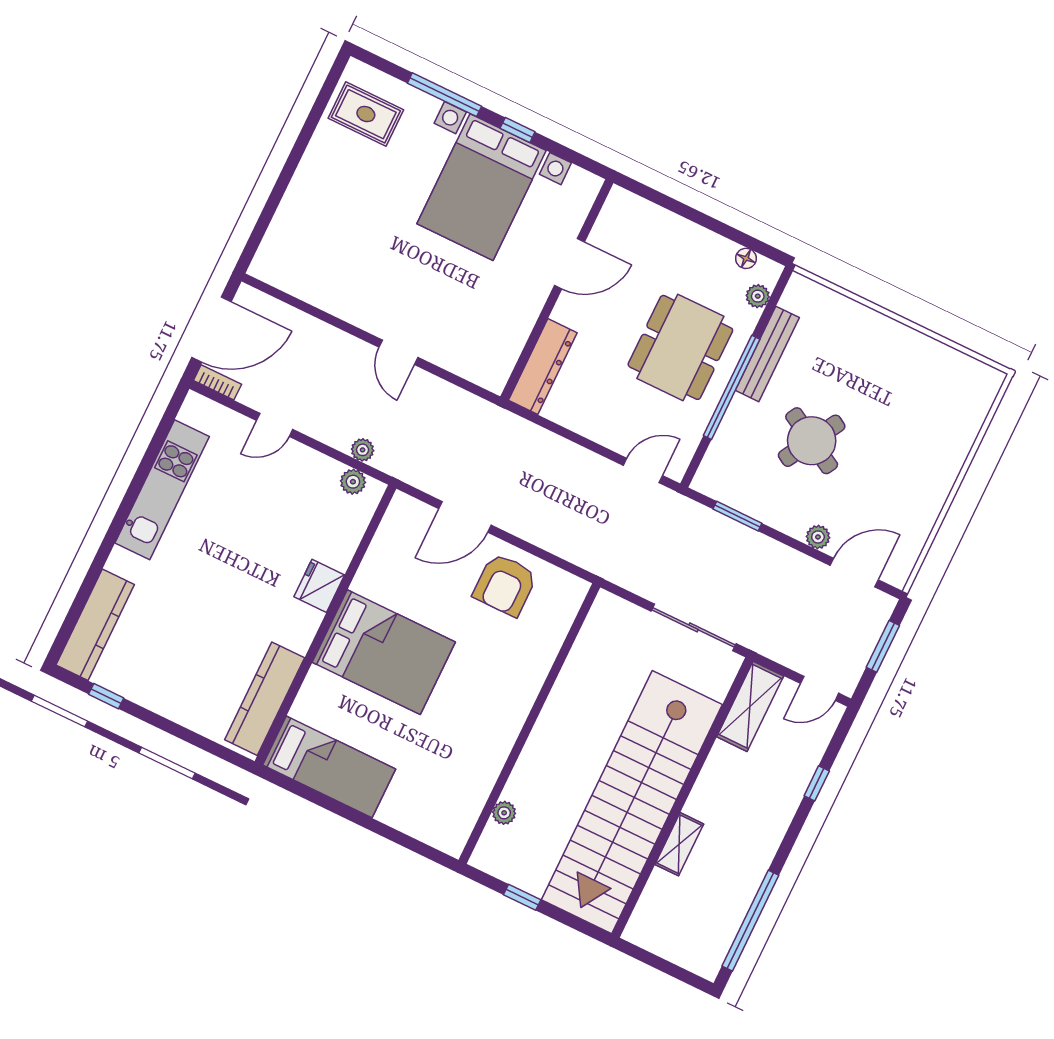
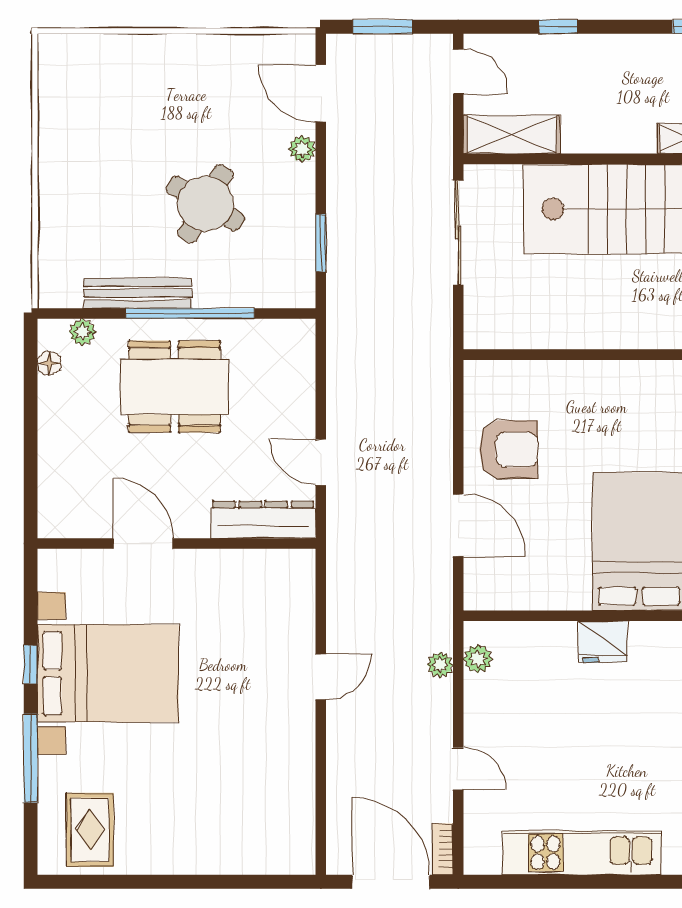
door: (643, 470) -> (321, 462), moved

